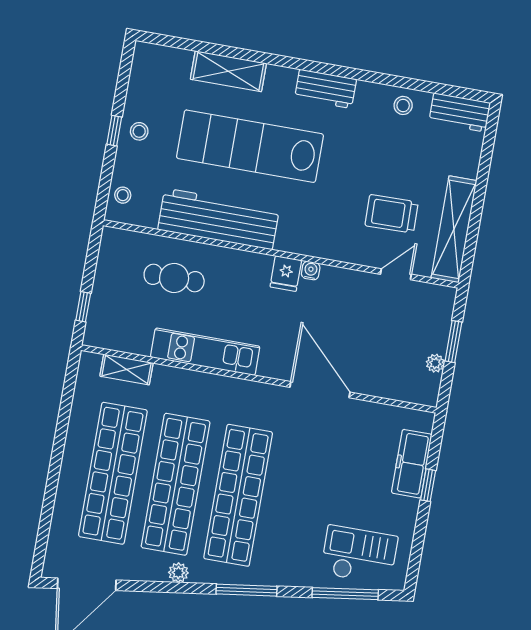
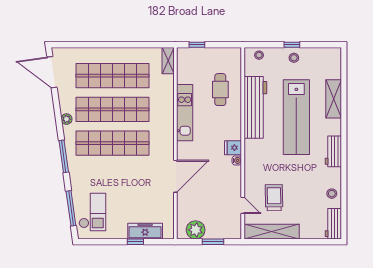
lab bench: (250, 146) -> (296, 117), turned 180
plant: (435, 363) -> (196, 230), width x1.87, depth x1.87
shelving: (127, 369) -> (168, 61), moved

